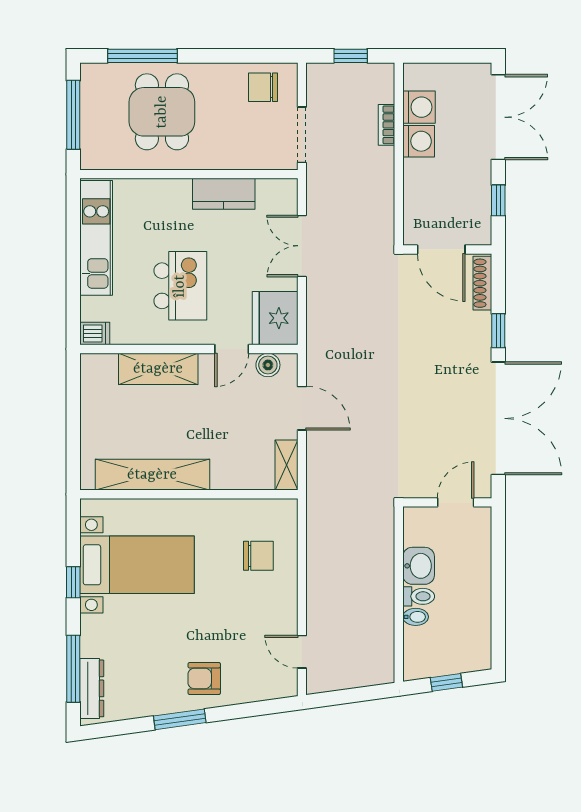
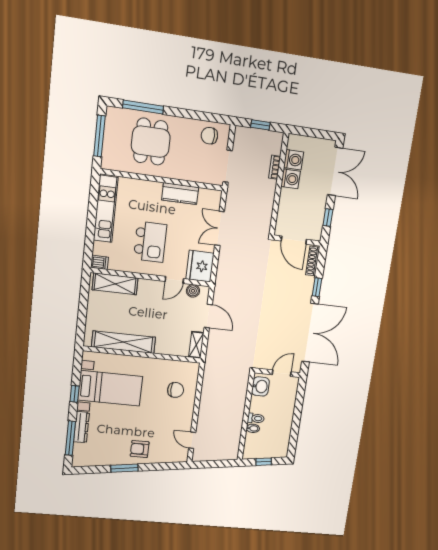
shelving: (158, 369) -> (115, 284), moved
washbasin: (419, 566) -> (260, 386), moved
dresser: (92, 688) -> (81, 427), moved

